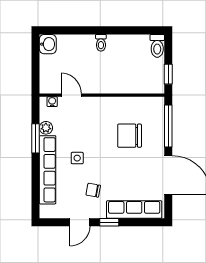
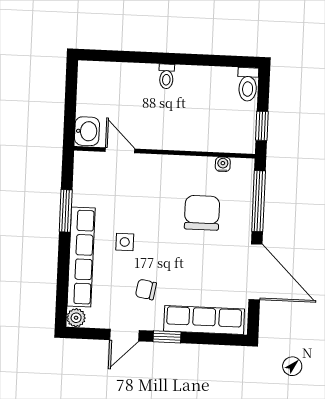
washbasin: (48, 44) -> (87, 131), moved
water cooler: (52, 102) -> (223, 164), moved
plant: (46, 128) -> (76, 318), moved
chair: (130, 136) -> (202, 213), turned 90

